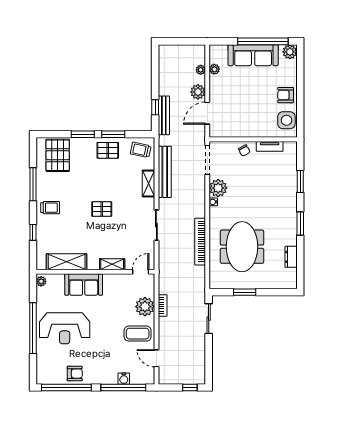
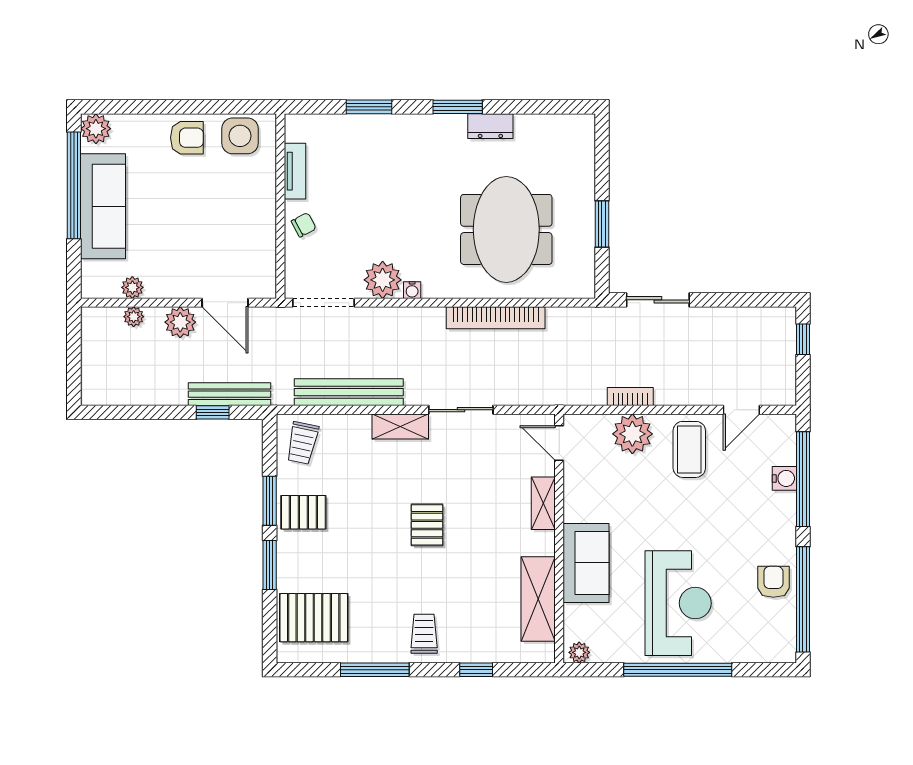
armchair: (286, 95) -> (187, 138), turned -90
pallet: (108, 150) -> (303, 512), turned 90
shelving: (148, 183) -> (400, 426), moved
meeting table: (242, 247) -> (506, 229), turned 90
dresser: (291, 257) -> (490, 126), moved

